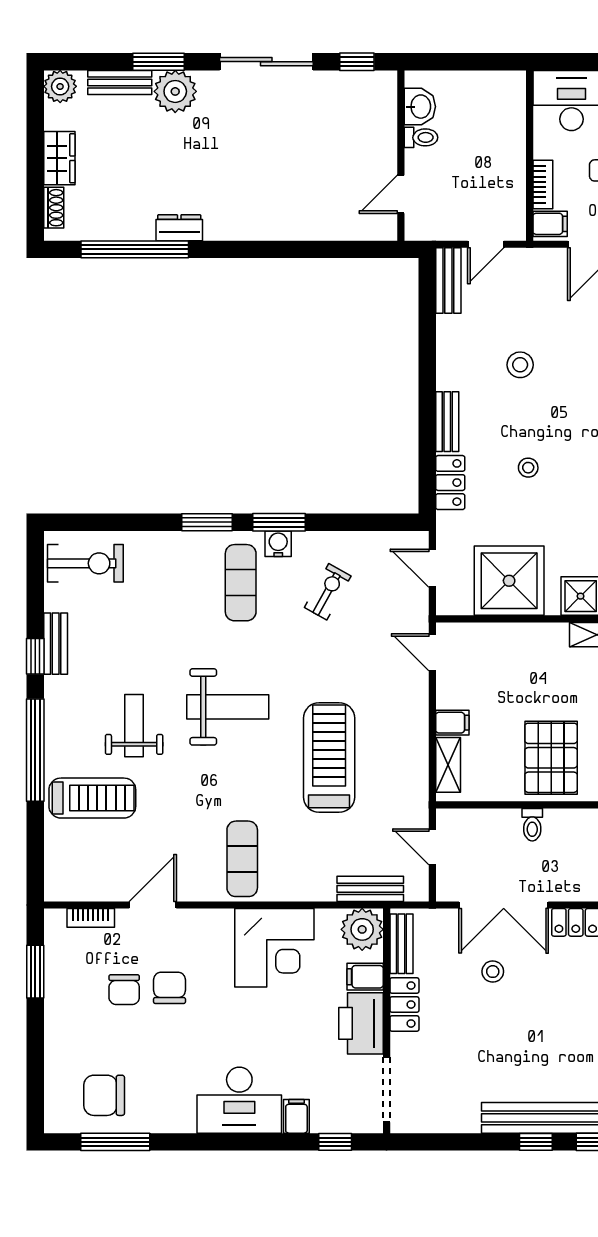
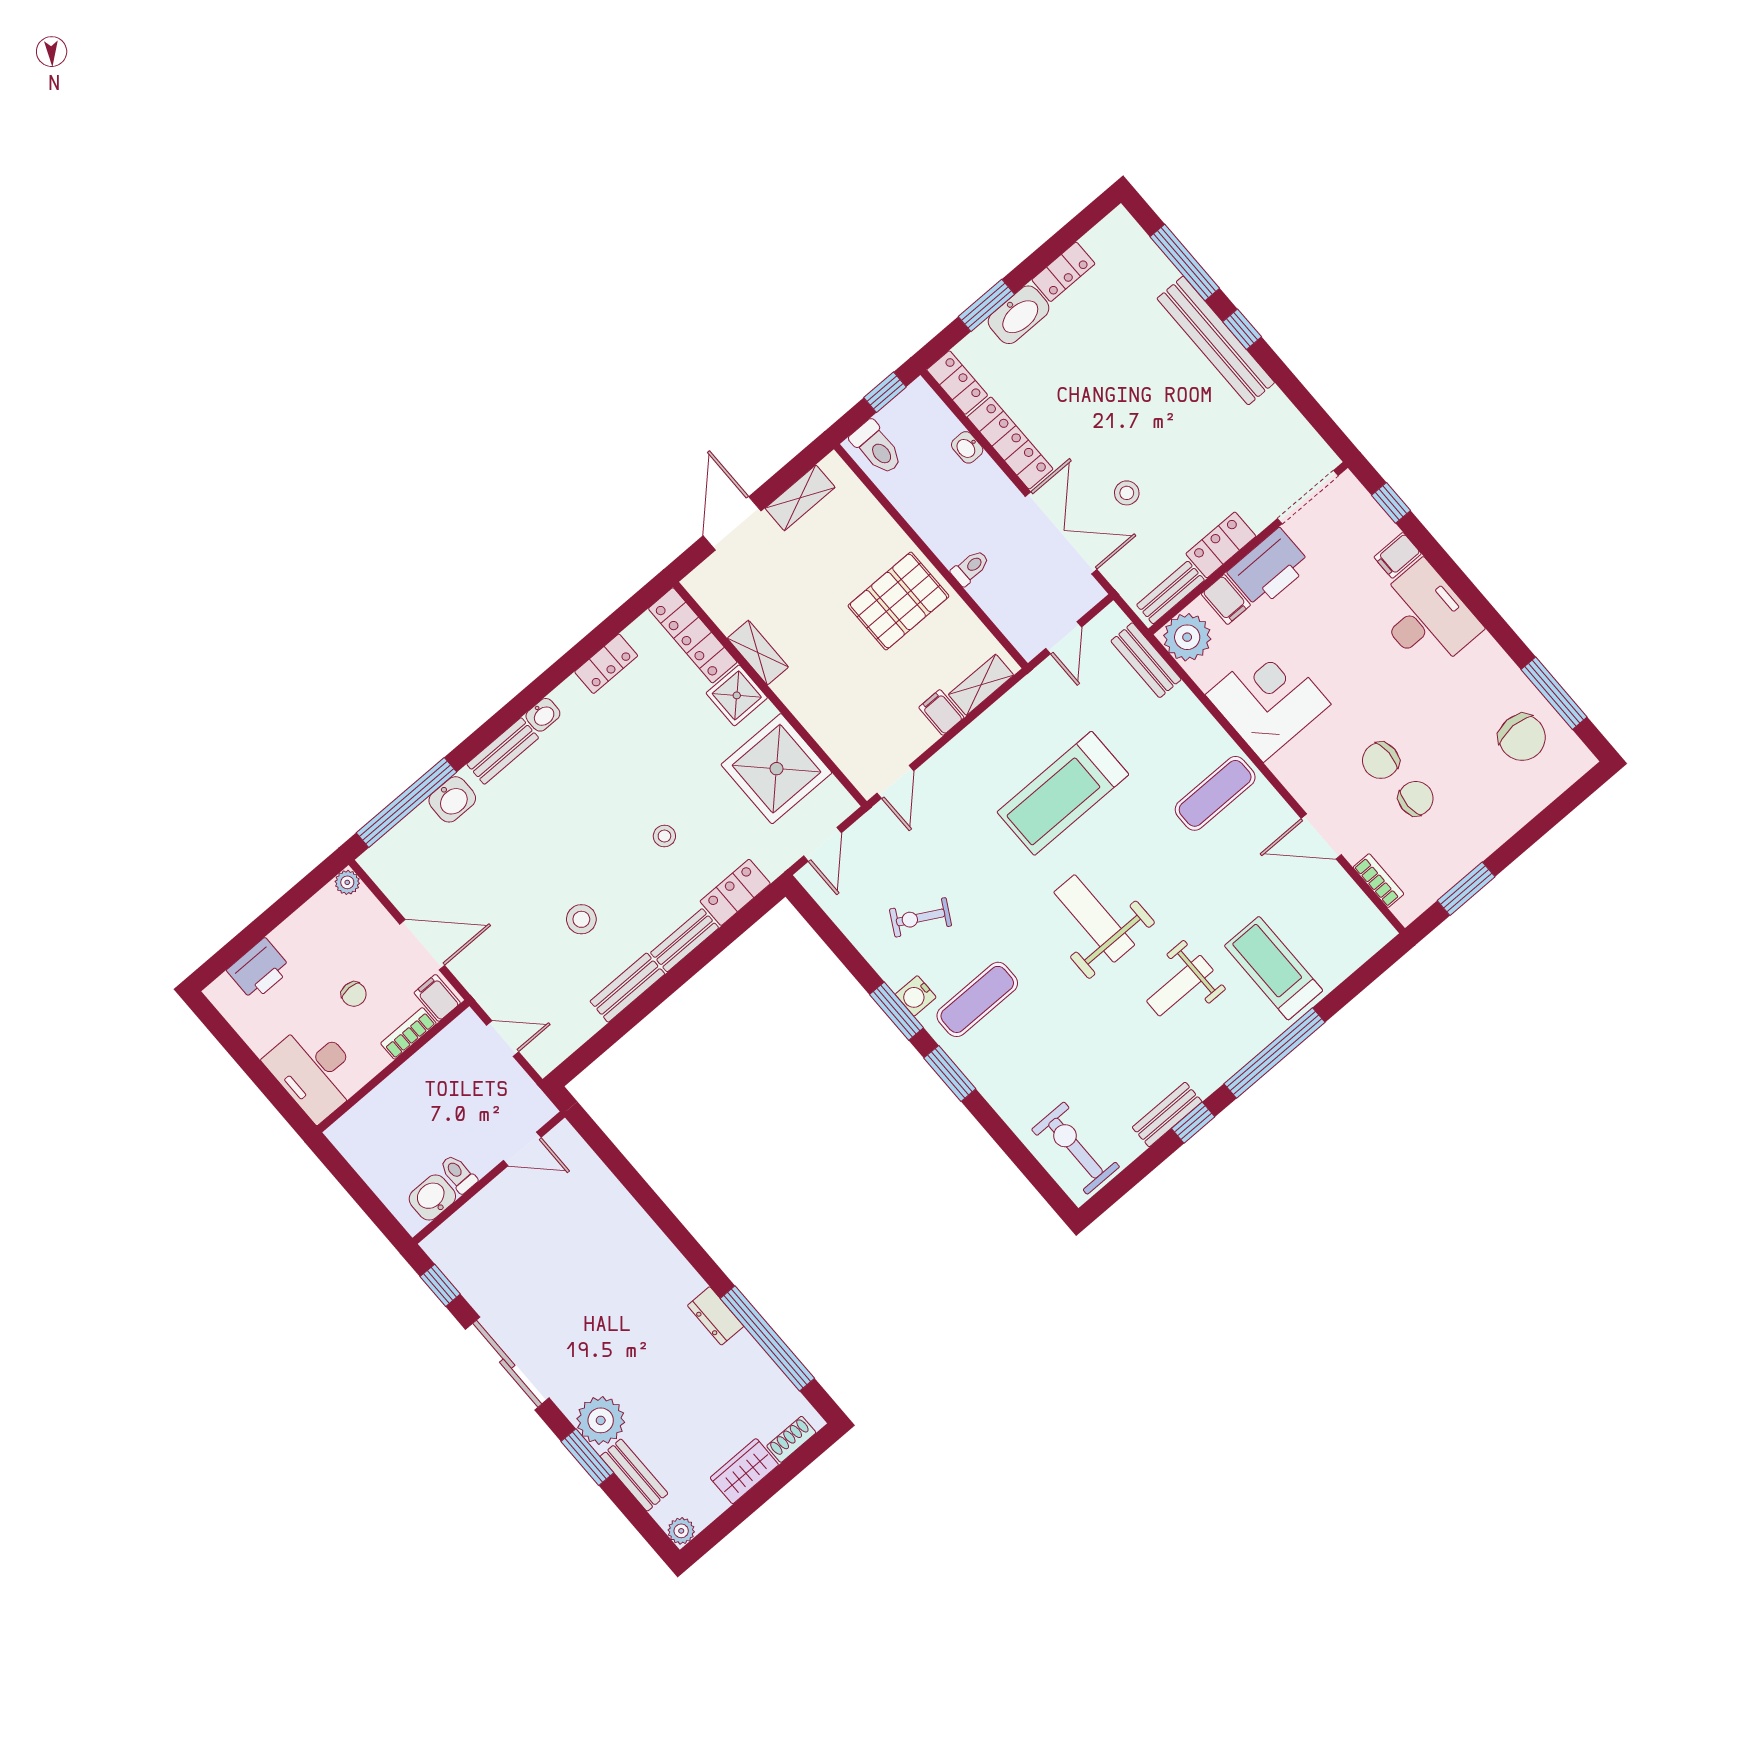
plant: (60, 86) -> (681, 1531), width x0.73, depth x0.73
bench: (448, 280) -> (627, 988), moved

